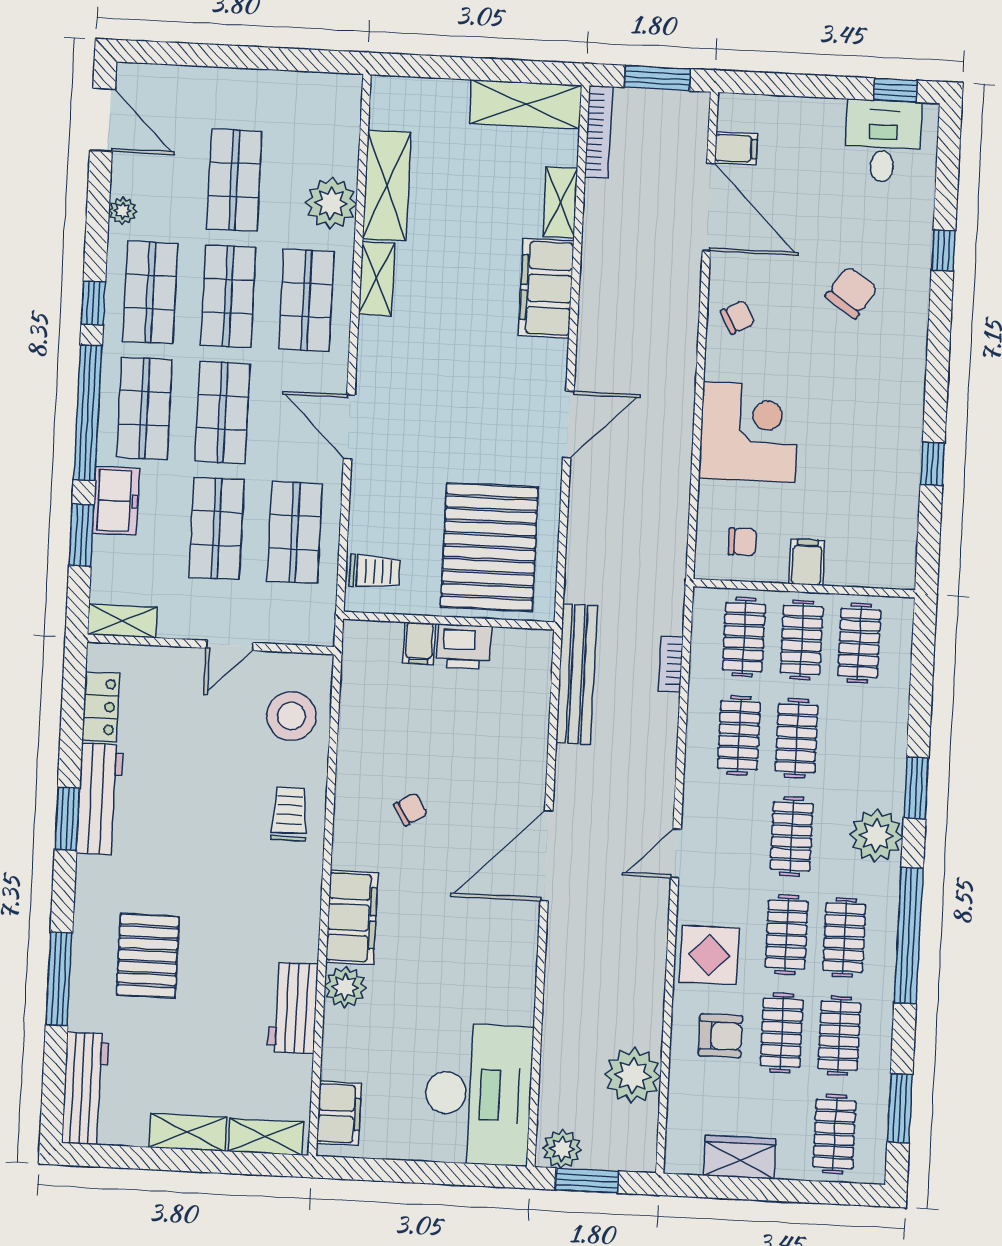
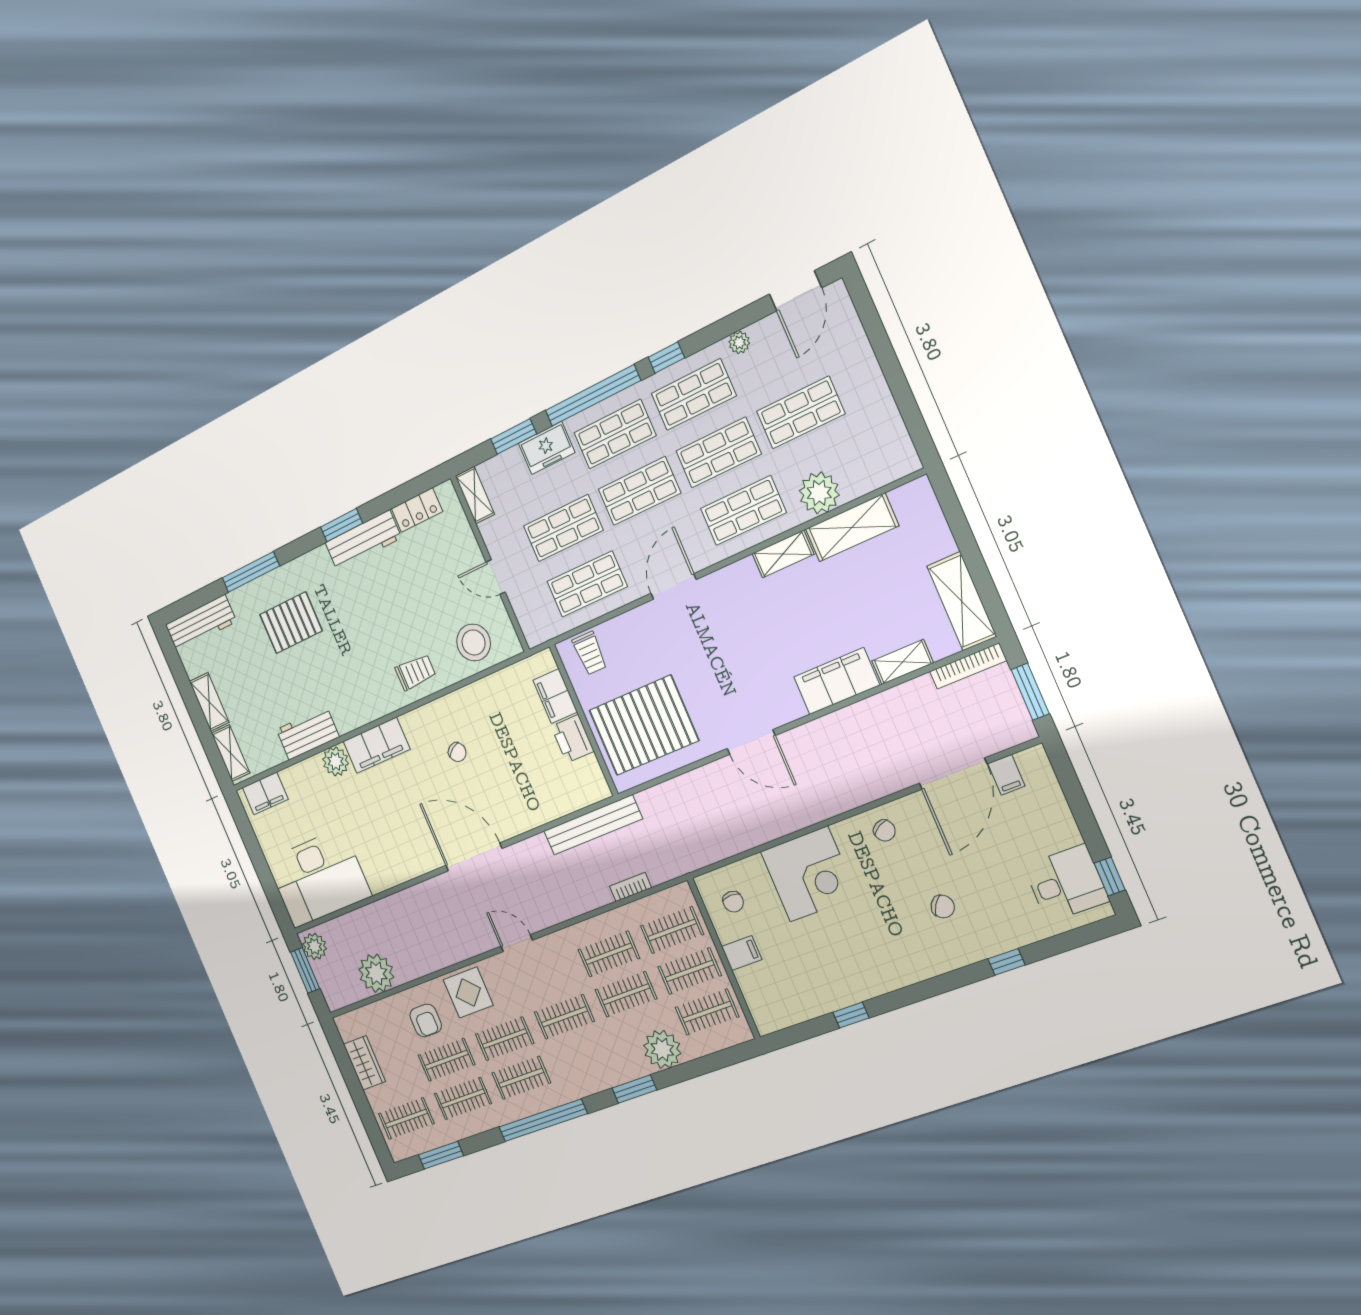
chair: (852, 292) -> (943, 907), width x0.73, depth x0.73
filing cabinet: (419, 643) -> (555, 696), width x2.00
plant: (876, 836) -> (662, 1049), moved

